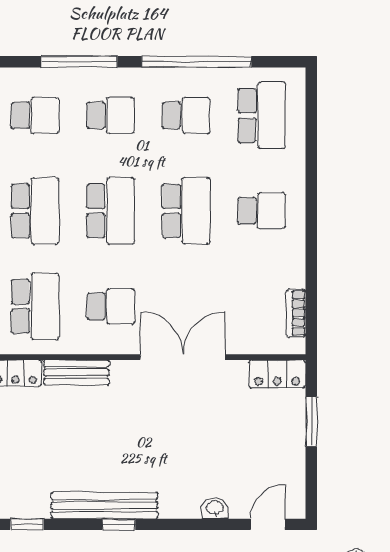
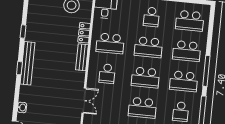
school desk: (35, 115) -> (187, 51), width x1.85
school desk: (111, 115) -> (184, 81), width x1.85
double door: (183, 357) -> (84, 101), width x0.73

